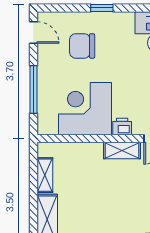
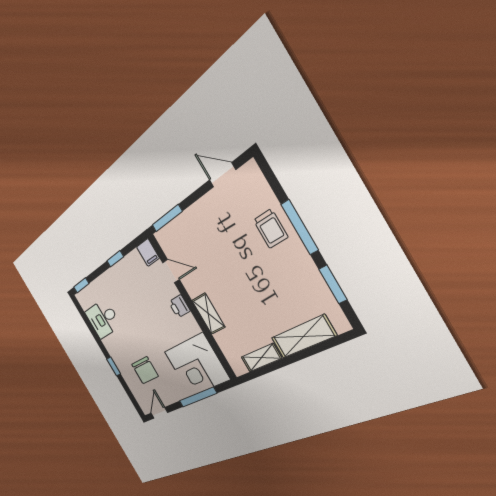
corner desk: (85, 109) -> (197, 365), moved
shelving: (122, 151) -> (208, 314), moved

